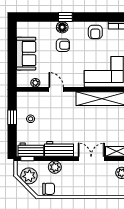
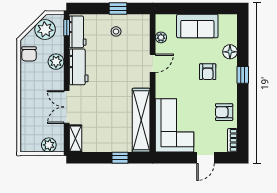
floor lamp: (62, 27) -> (230, 52), moved
double door: (91, 159) -> (67, 107), swing flipped

